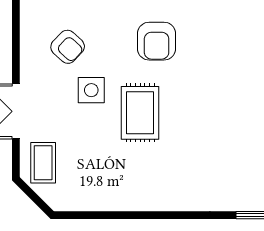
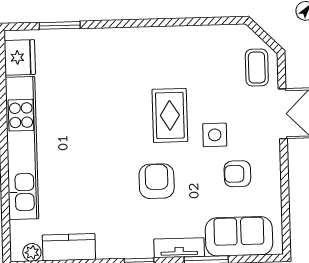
armchair: (68, 47) -> (237, 174), turned -43

